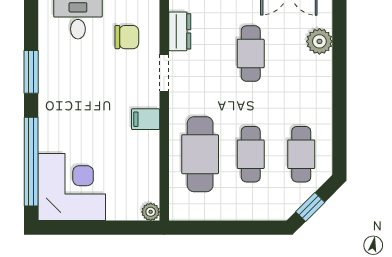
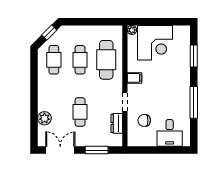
window: (31, 72) -> (194, 102), width x1.44
window: (31, 162) -> (194, 56), width x0.47
corner desk: (72, 187) -> (155, 43), moved, turned -90

